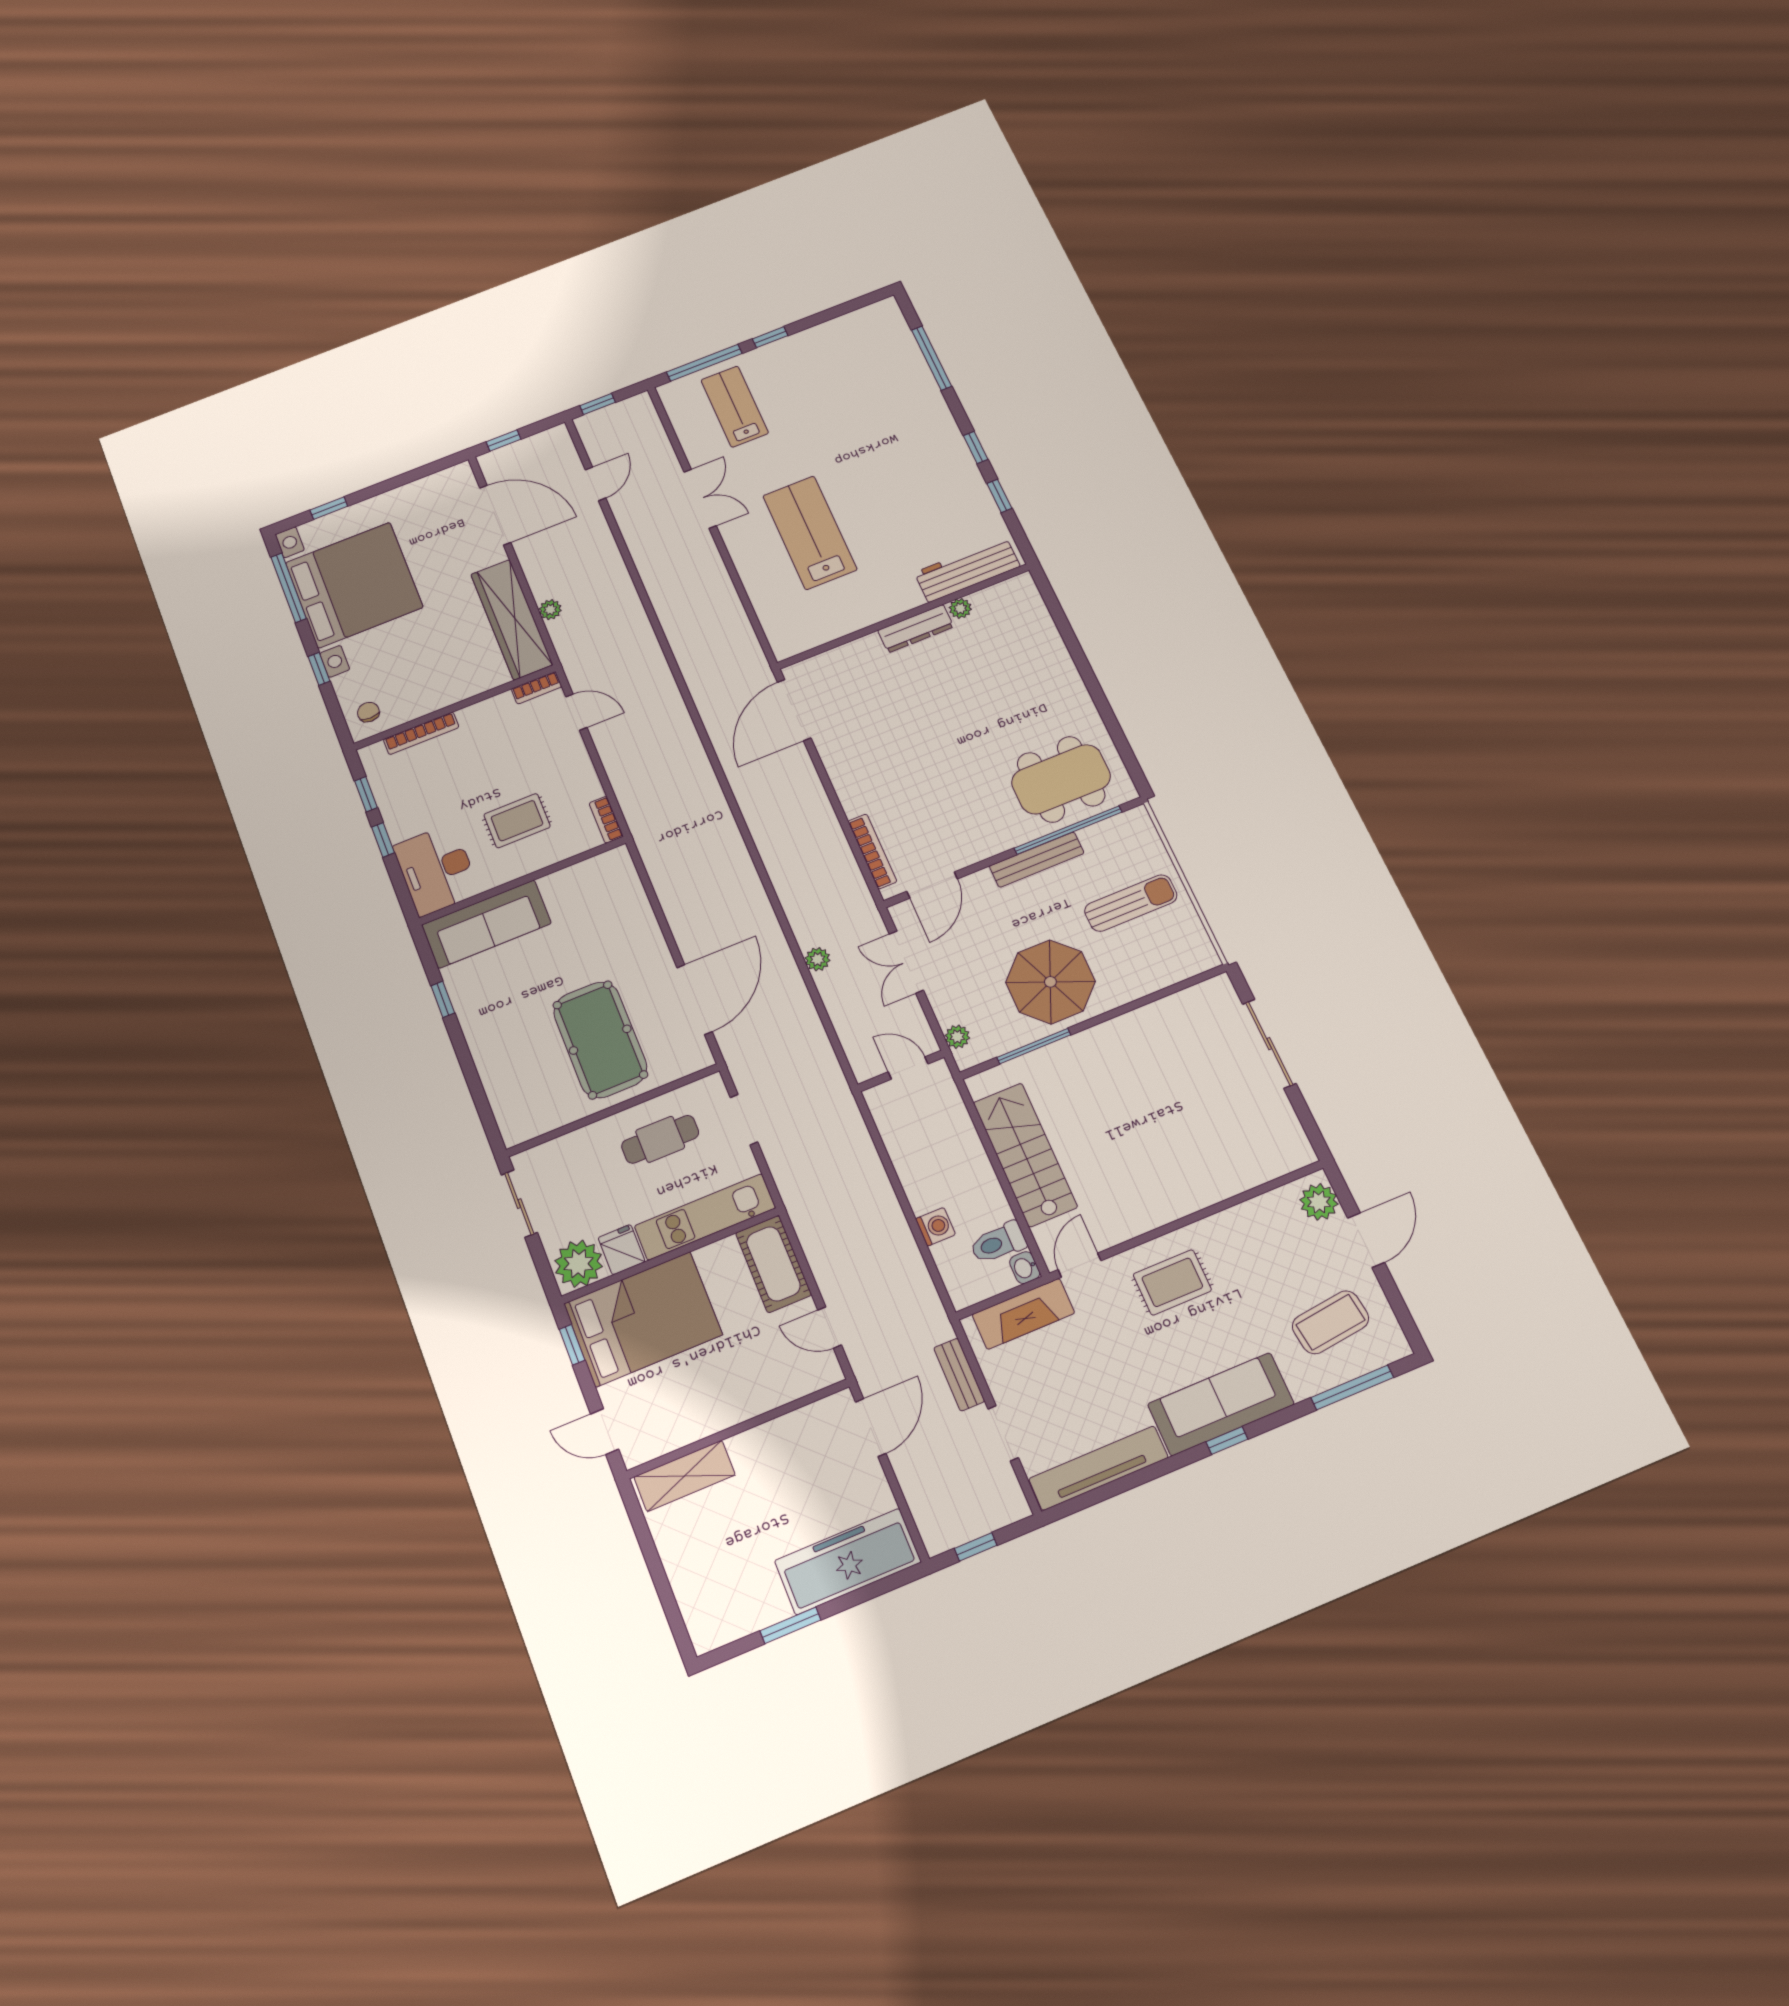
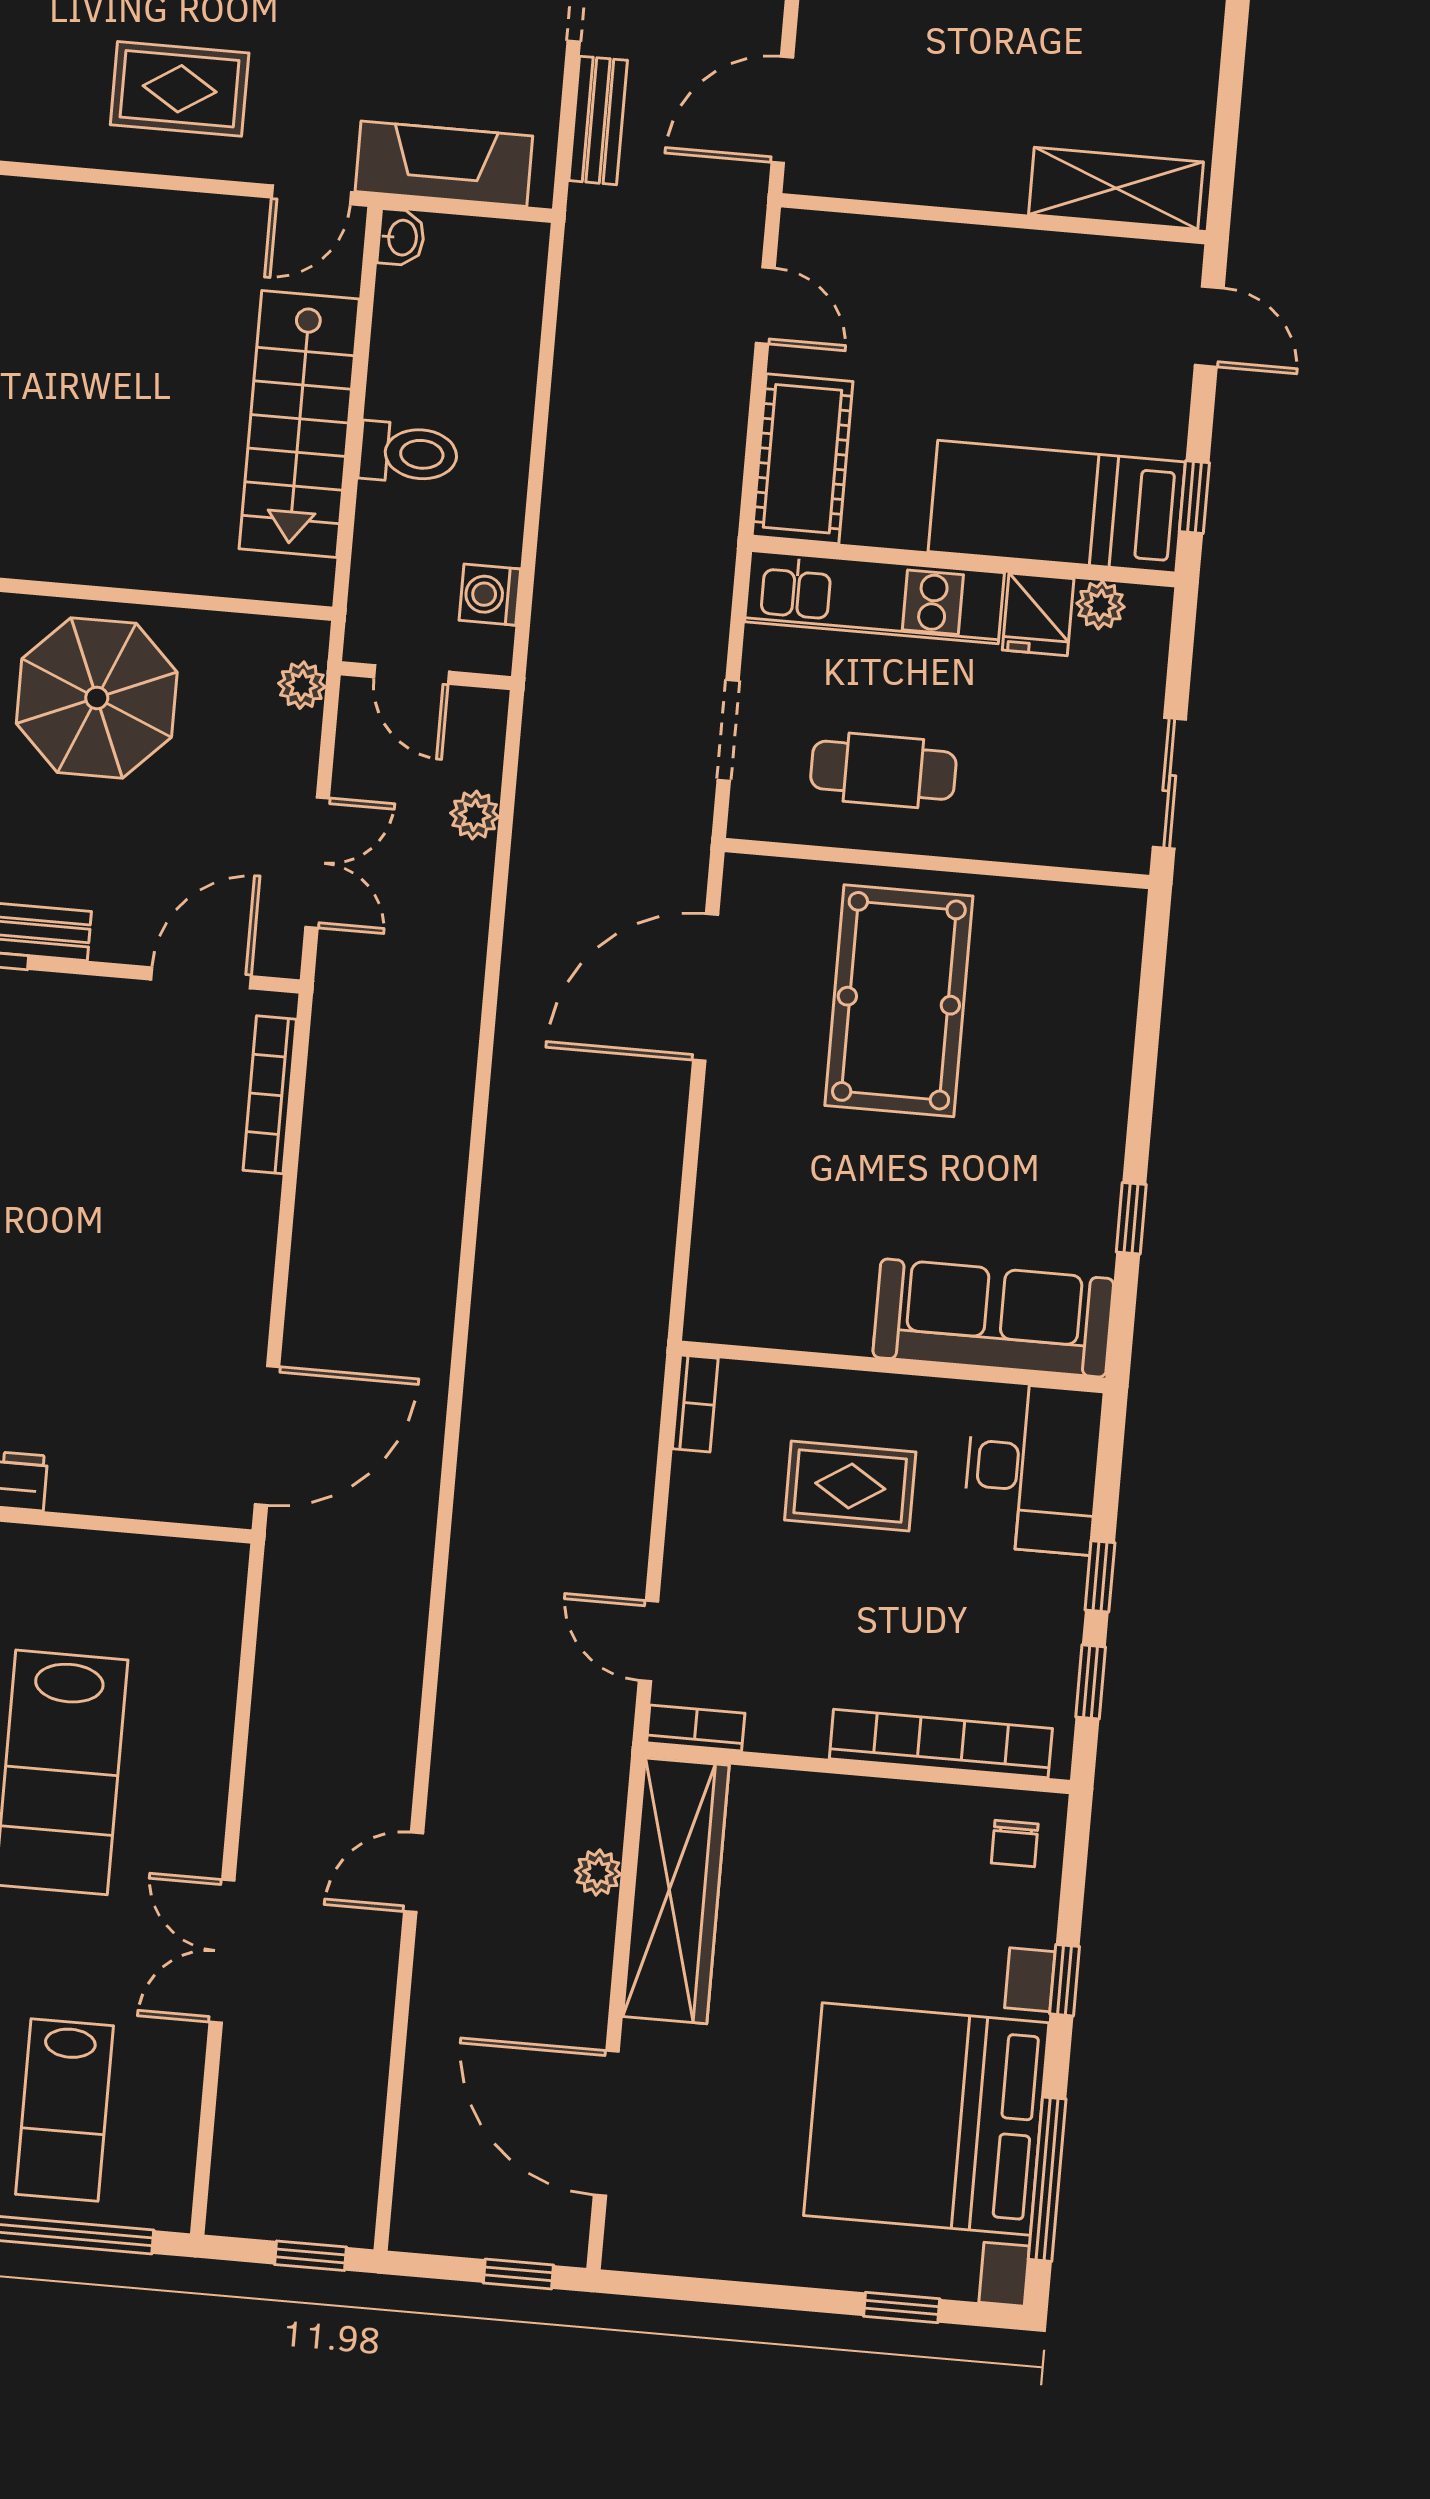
door: (595, 484) -> (414, 1872), moved
bookcase: (421, 733) -> (941, 1744), width x1.48, depth x1.31
plant: (818, 959) -> (475, 815), moved
window: (1034, 1046) -> (185, 601), removed
washing machine: (935, 1227) -> (490, 595), moved
toilet: (998, 1243) -> (408, 453), moved
plant: (579, 1264) -> (1100, 605), width x0.53, depth x0.53
bed: (643, 1319) -> (1057, 507), width x0.67

